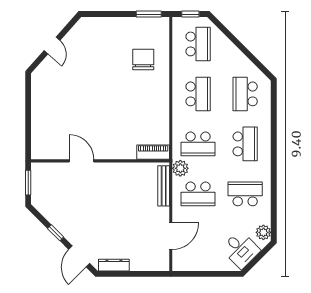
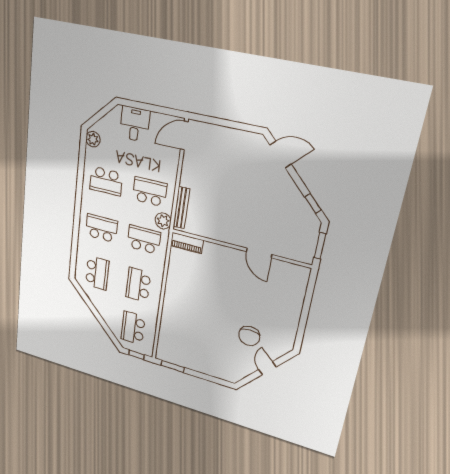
chair: (143, 59) -> (249, 336), moved
school desk: (245, 144) -> (101, 228), turned 90
window: (56, 233) -> (313, 203), moved
door: (171, 236) -> (184, 136), moved
desk: (241, 250) -> (135, 124), moved, turned 45
door: (79, 256) -> (280, 155), hinge flipped
dresser: (114, 265) -> (245, 137), removed

